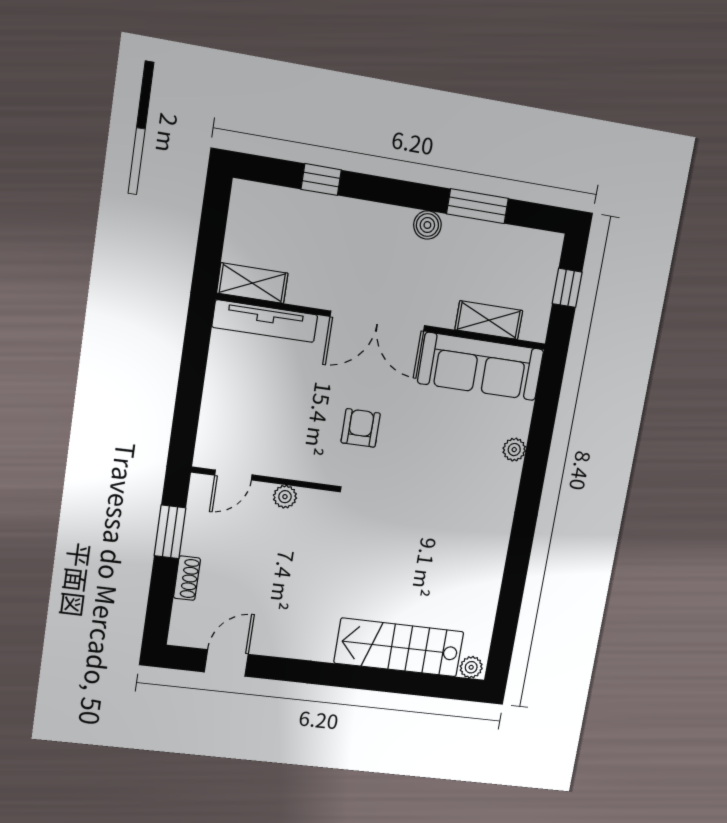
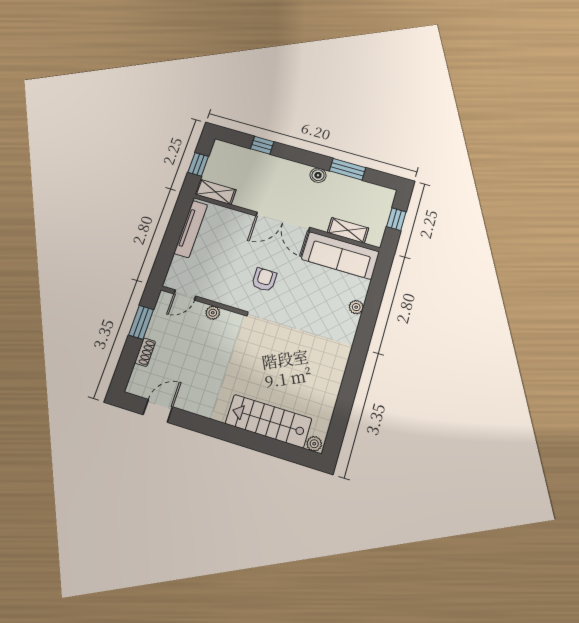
window: (212, 234) -> (198, 164), added
tv unit: (265, 321) -> (191, 229), moved, turned -90

